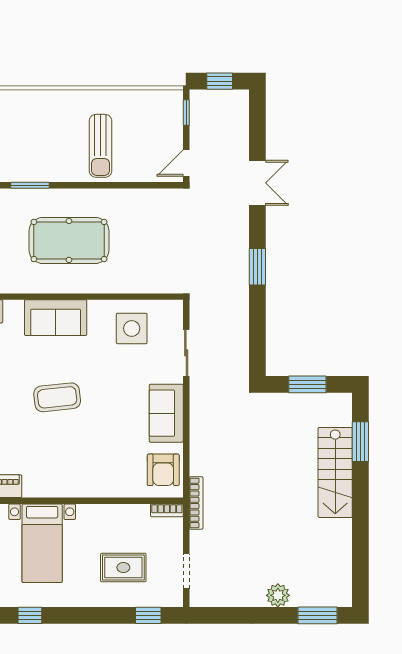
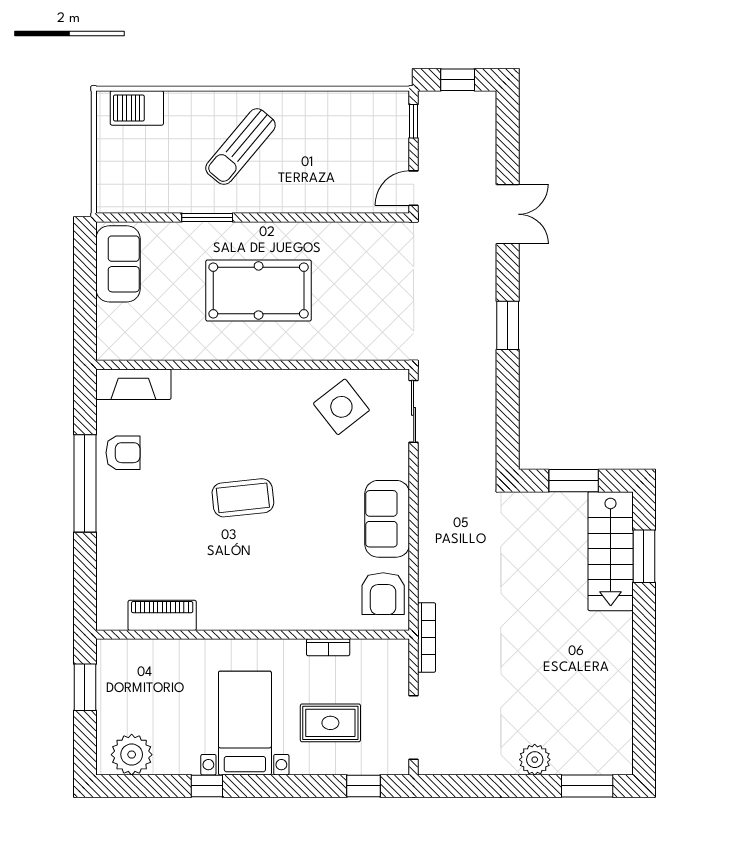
sun lounger: (101, 146) -> (240, 147), moved, turned 40
sofa: (56, 318) -> (241, 393), removed
side table: (132, 328) -> (341, 407), turned -38
sliding door: (186, 353) -> (414, 411), moved
stairs: (335, 472) -> (611, 551), moved
bookcase: (167, 510) -> (328, 647), moved
bed with nightstands: (42, 543) -> (245, 723), moved, turned 180
doorway: (186, 571) -> (414, 728), width x1.38

